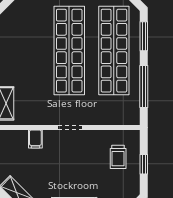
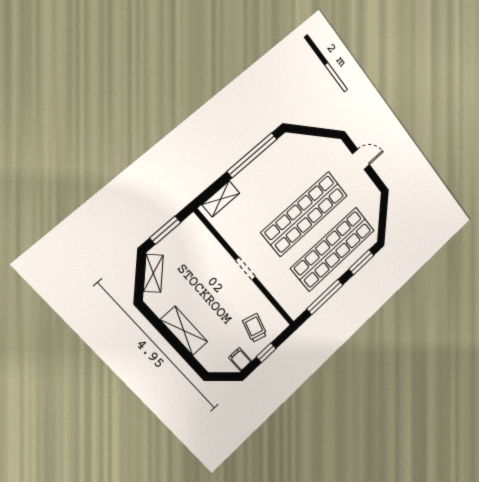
filing cabinet: (35, 139) -> (240, 359), moved, turned 90
trolley: (118, 157) -> (255, 328), turned 106

